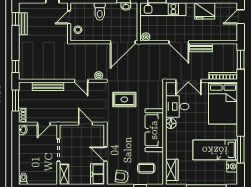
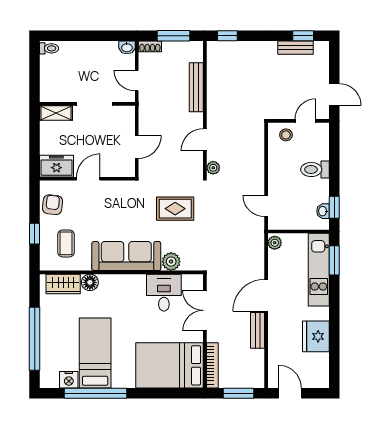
door: (69, 17) -> (305, 121), hinge flipped
door: (241, 17) -> (290, 393), moved
door: (123, 42) -> (266, 206), width x0.53
rug: (124, 99) -> (175, 209), turned 90
plant: (158, 102) -> (171, 262), added
floor lamp: (171, 123) -> (90, 282), moved
window: (241, 150) -> (95, 393), width x1.46

